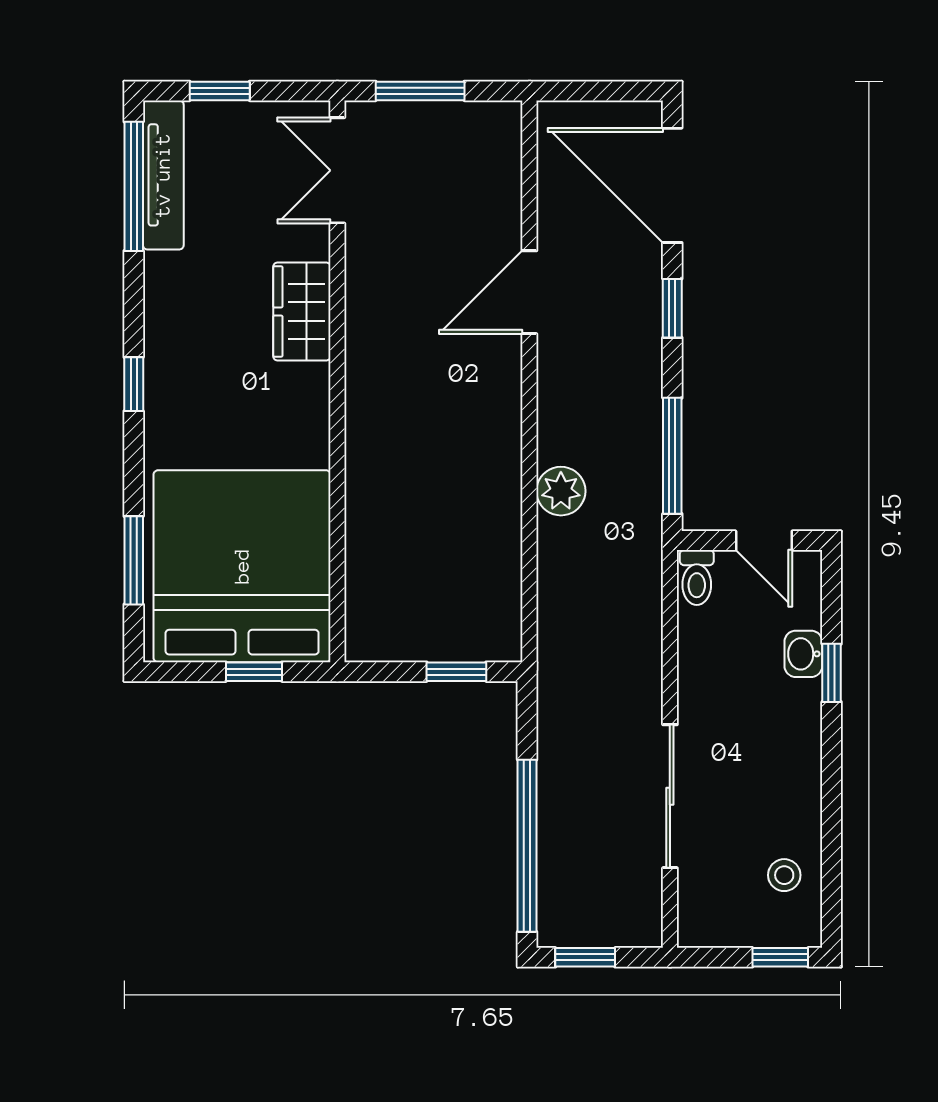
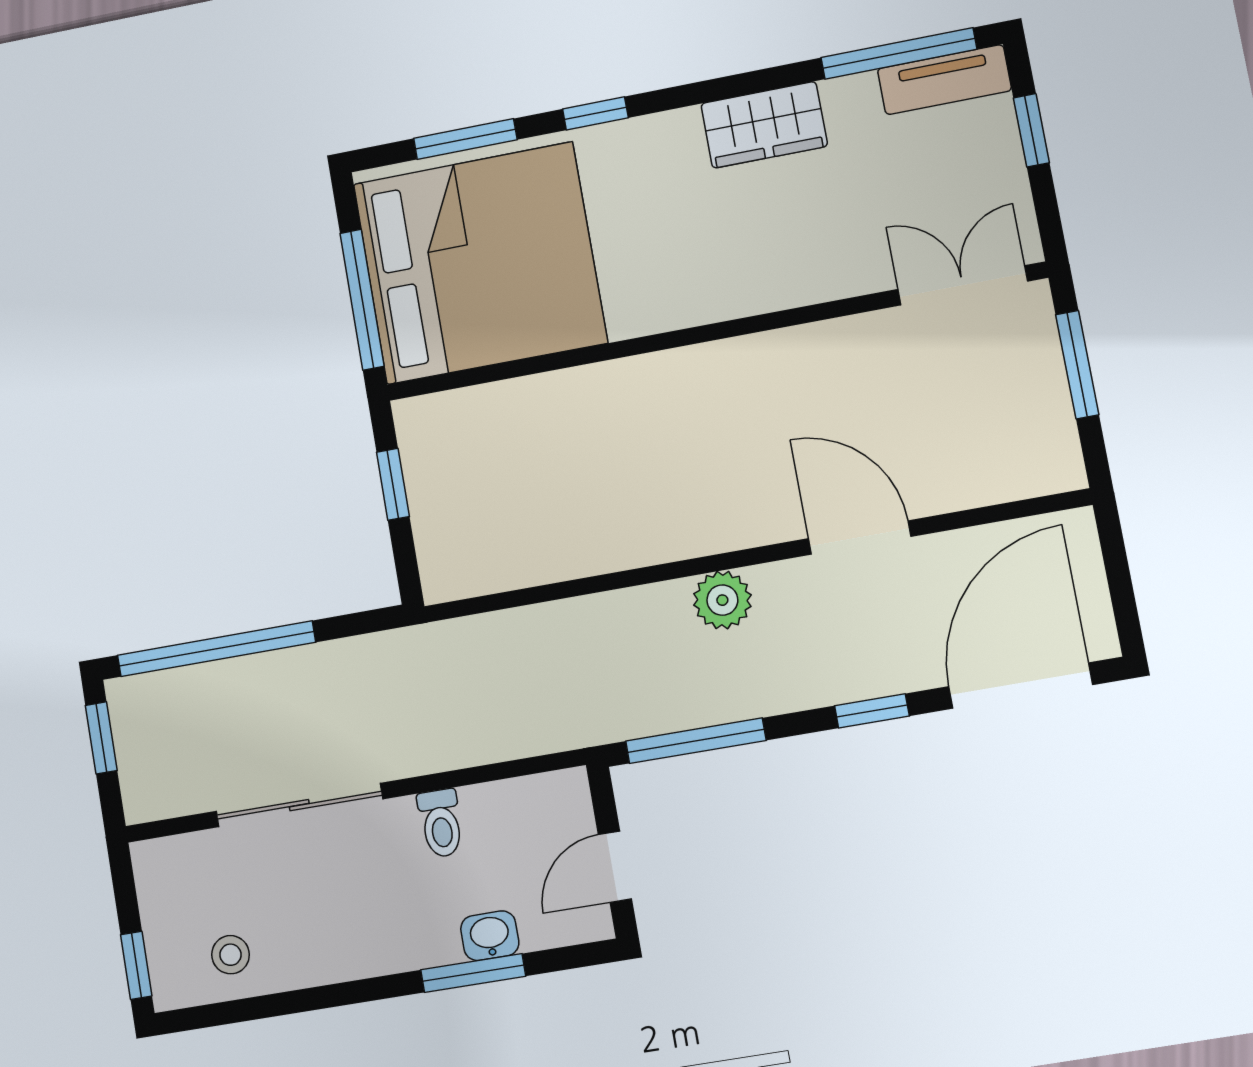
tv unit: (163, 175) -> (944, 80), width x0.71
wardrobe: (302, 311) -> (764, 125), moved, turned 180
window: (134, 384) -> (595, 113), moved
plant: (561, 491) -> (722, 600), moved
toilet: (697, 577) -> (441, 823), moved, turned -90
window: (254, 672) -> (362, 300), width x2.17
window: (456, 672) -> (393, 484), moved
window: (832, 673) -> (473, 973), width x1.50

